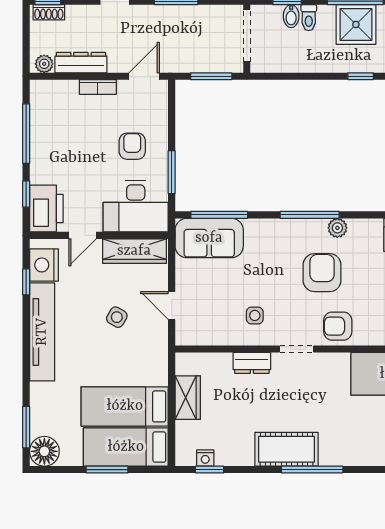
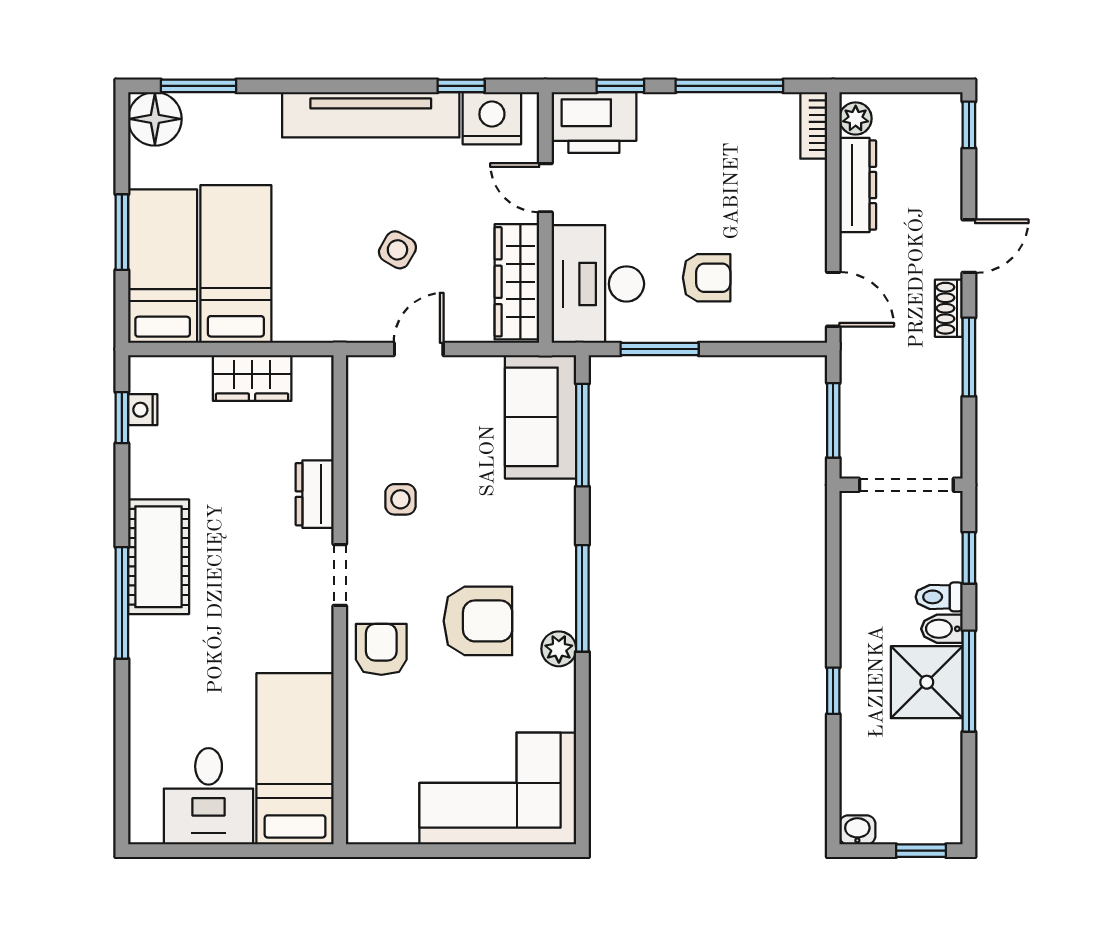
shoe rack: (49, 12) -> (949, 308), moved
bidet: (291, 16) -> (942, 629), moved
bookcase: (98, 87) -> (814, 125), moved

